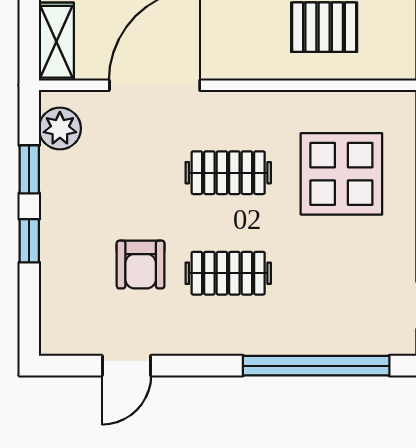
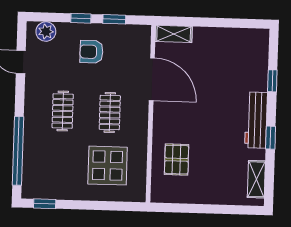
plant: (60, 128) -> (46, 32), moved
armchair: (141, 265) -> (91, 52), moved

